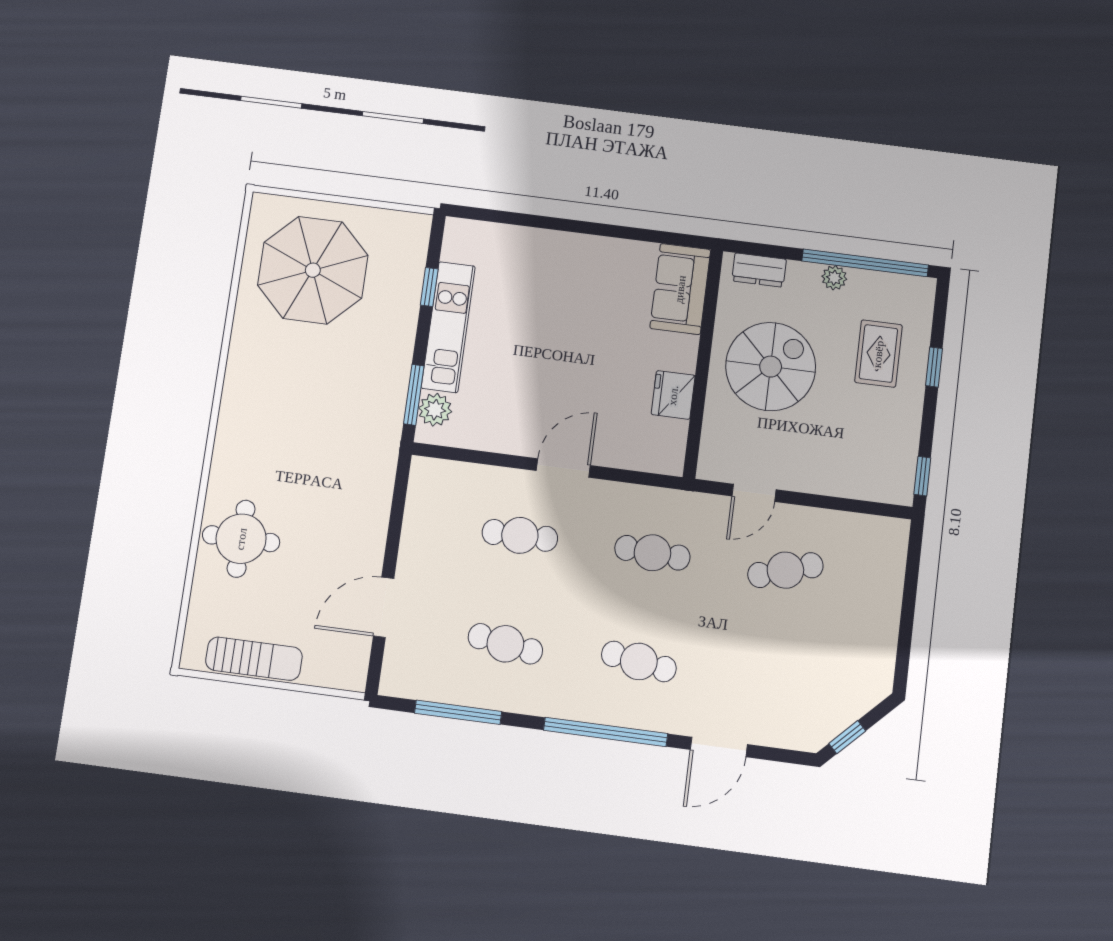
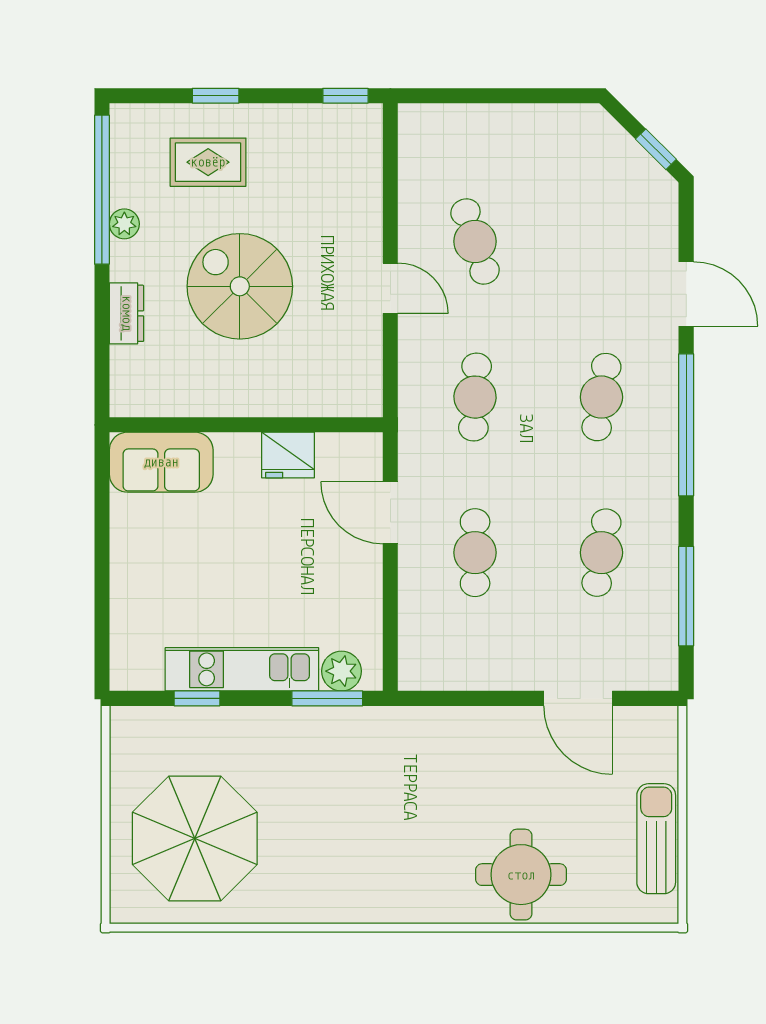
sofa: (680, 289) -> (161, 462), moved
wall: (703, 363) -> (246, 425), moved
fridge: (673, 395) -> (288, 455), moved

